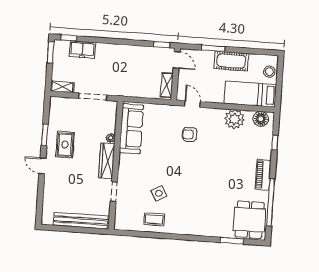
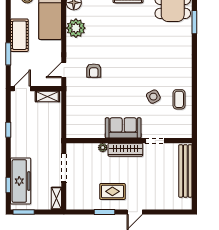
window: (69, 38) -> (8, 185), moved
window: (162, 45) -> (8, 130), moved
freezer: (83, 50) -> (21, 181), width x1.91, depth x1.26
sofa: (131, 129) -> (123, 128), moved, width x0.73

